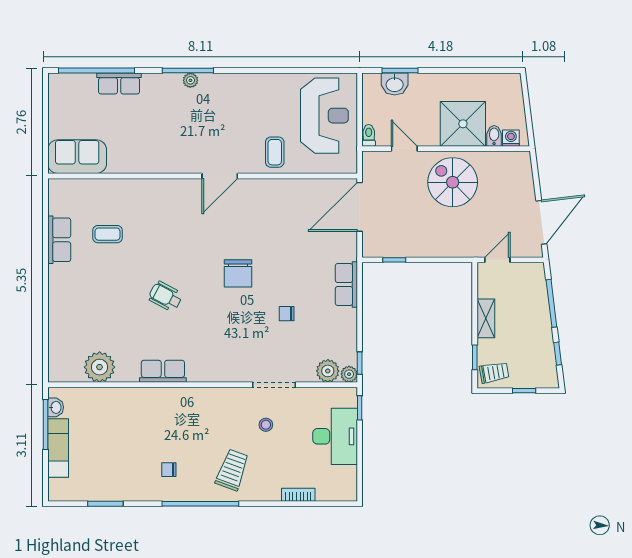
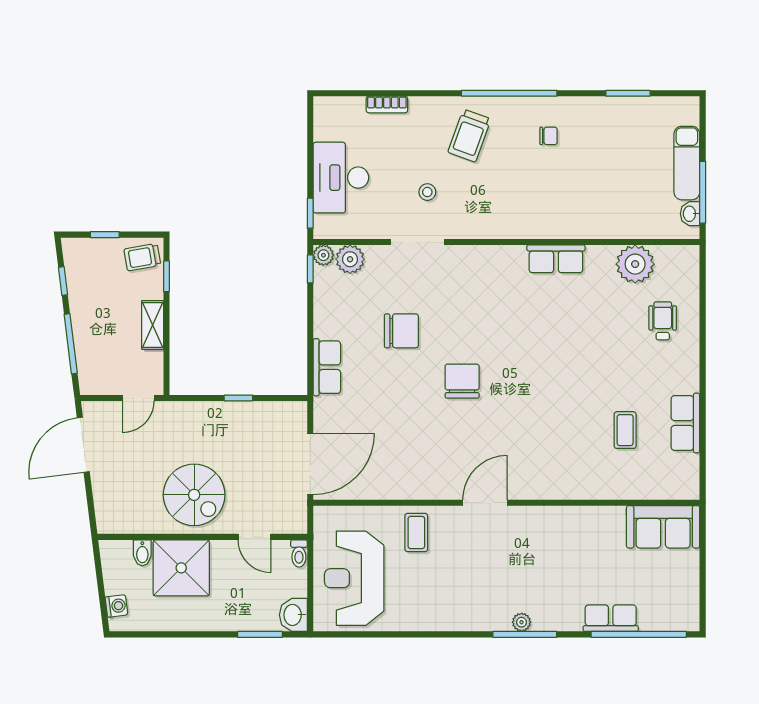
washbasin: (395, 84) -> (293, 615), moved, turned -90
washing machine: (511, 138) -> (116, 606), moved, turned -97
coffee table: (108, 234) -> (625, 430), turned 90
window: (394, 260) -> (238, 398), moved
wheelchair: (165, 296) -> (663, 321), moved, turned -118
chair: (287, 314) -> (401, 331), width x1.87, depth x1.87

